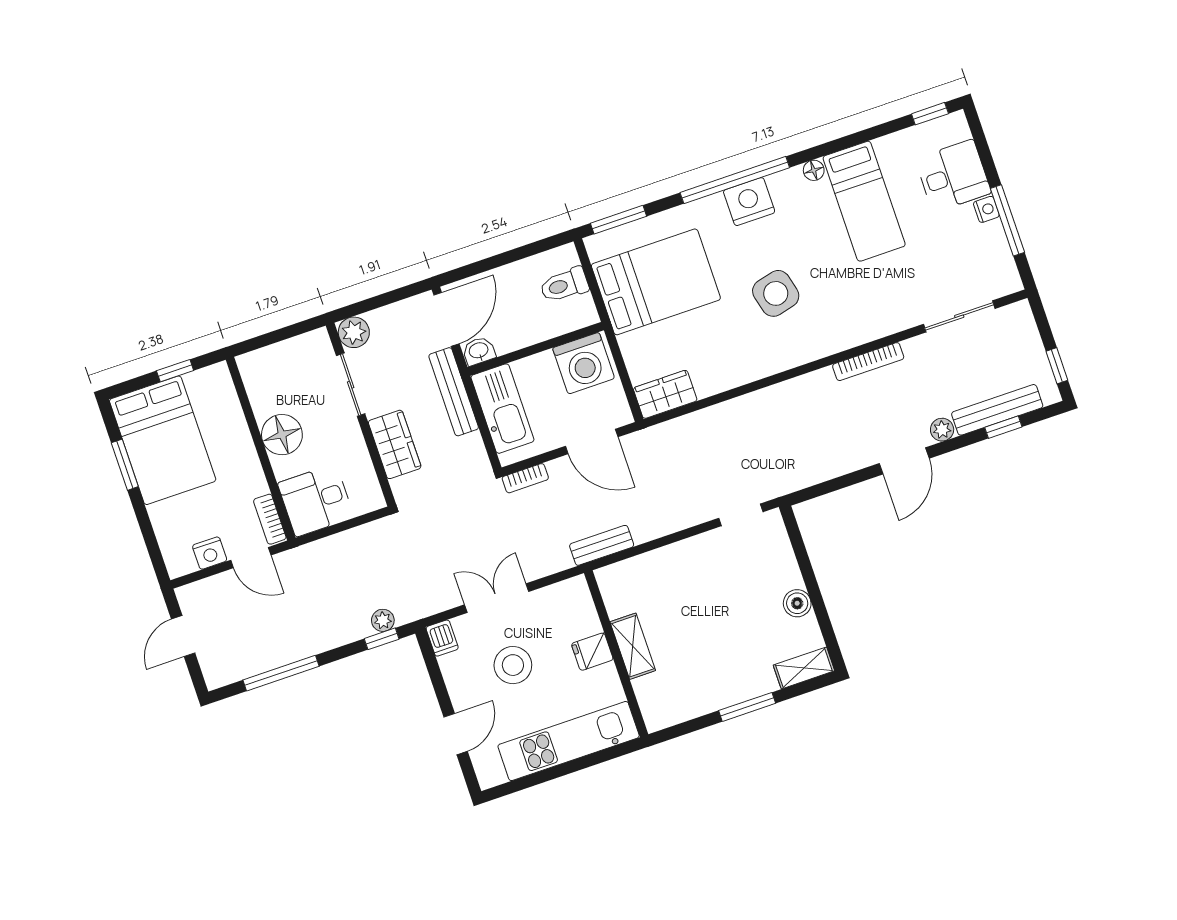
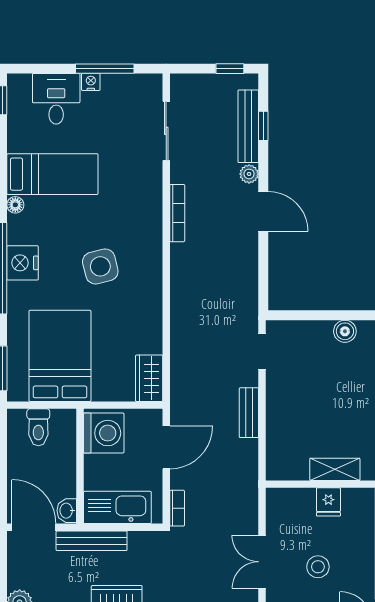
bench: (602, 545) -> (249, 413), moved
stool: (513, 665) -> (318, 567), width x0.73, depth x0.73

